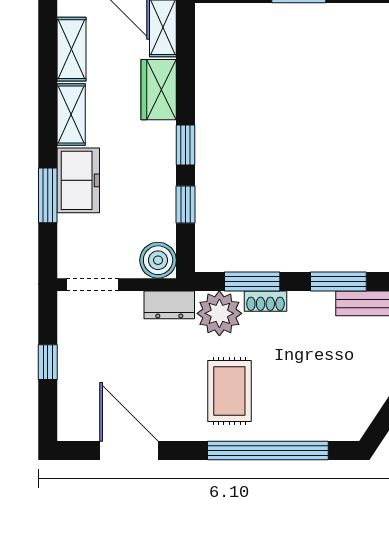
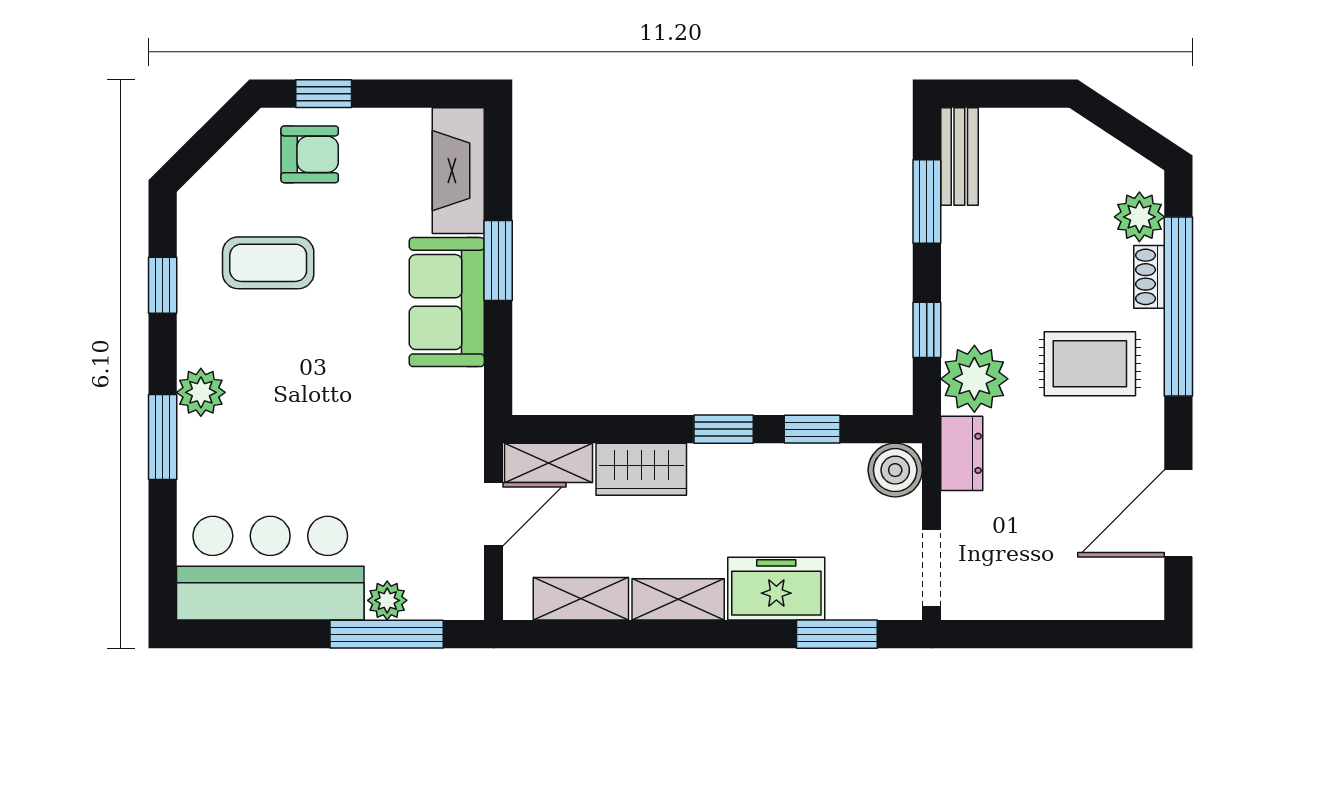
window: (48, 195) -> (837, 634), moved
window: (252, 281) -> (927, 330), width x0.67
shoe rack: (265, 301) -> (1149, 277), moved, turned 180
window: (48, 362) -> (1047, 634), removed
plant: (328, 424) -> (1139, 217), added

